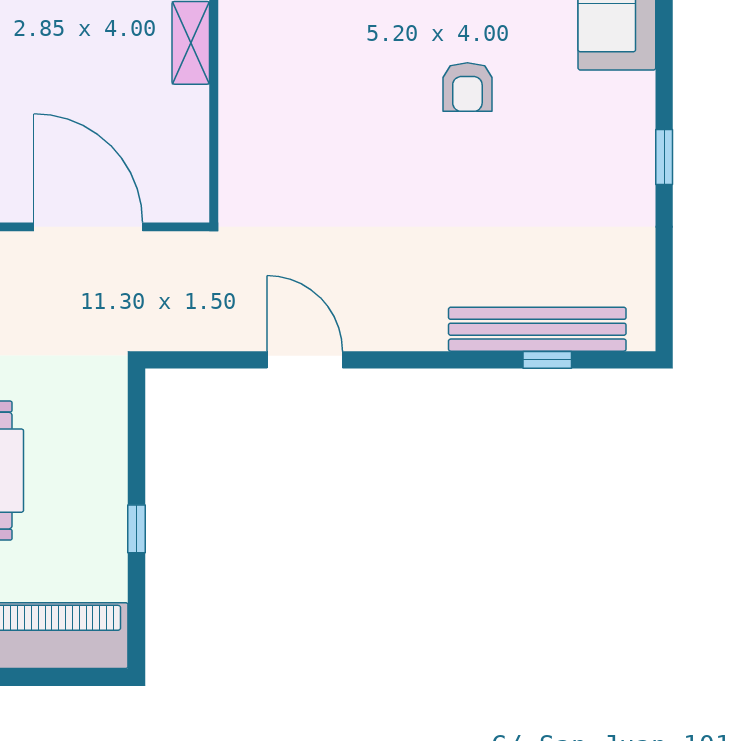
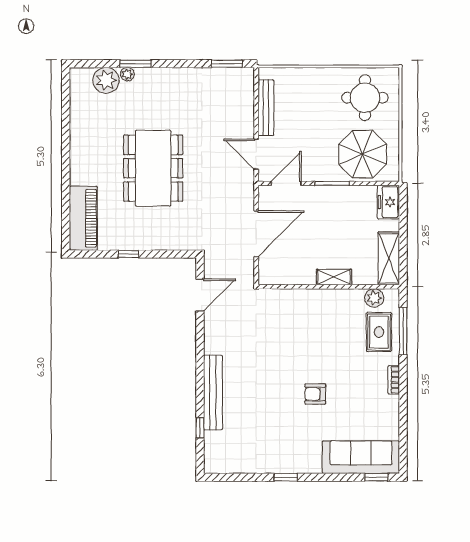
bench: (537, 329) -> (213, 392), moved
door: (305, 360) -> (200, 295), moved

